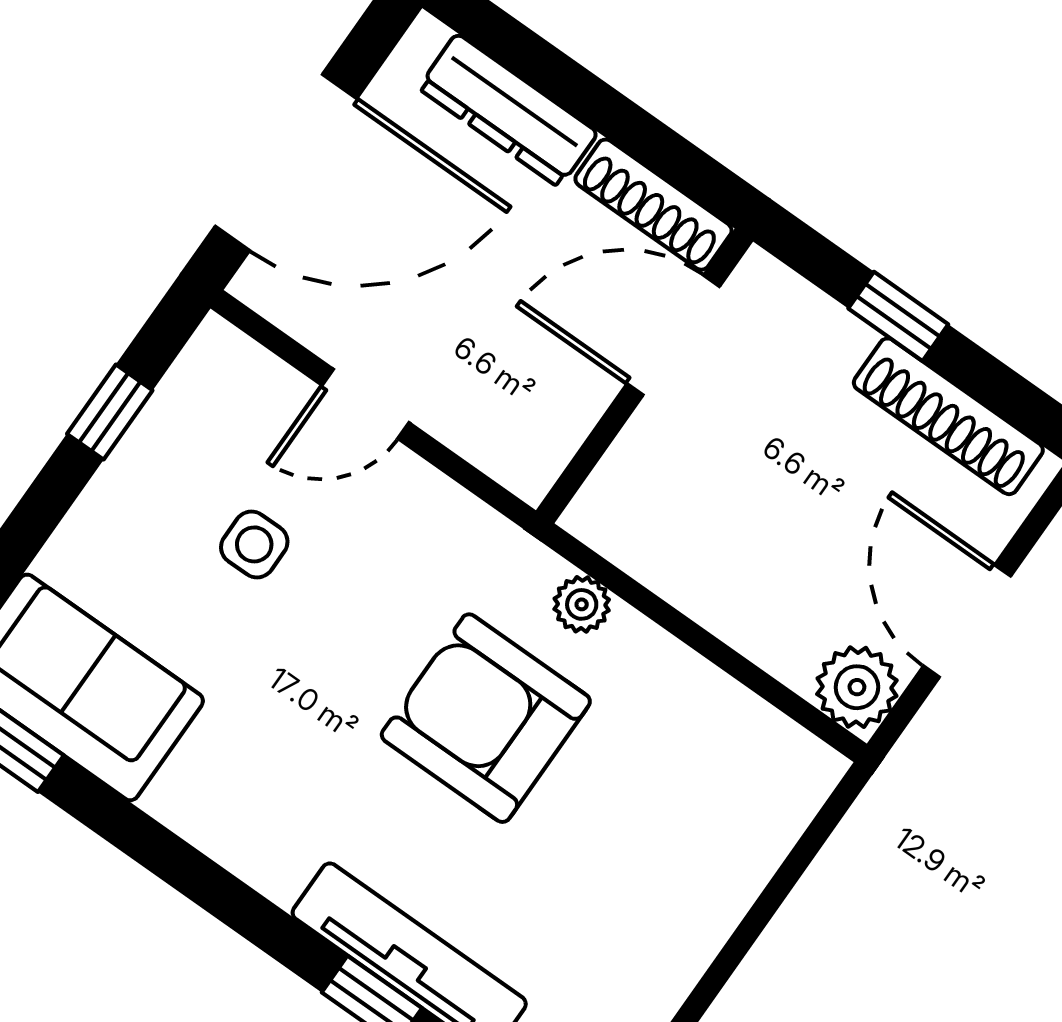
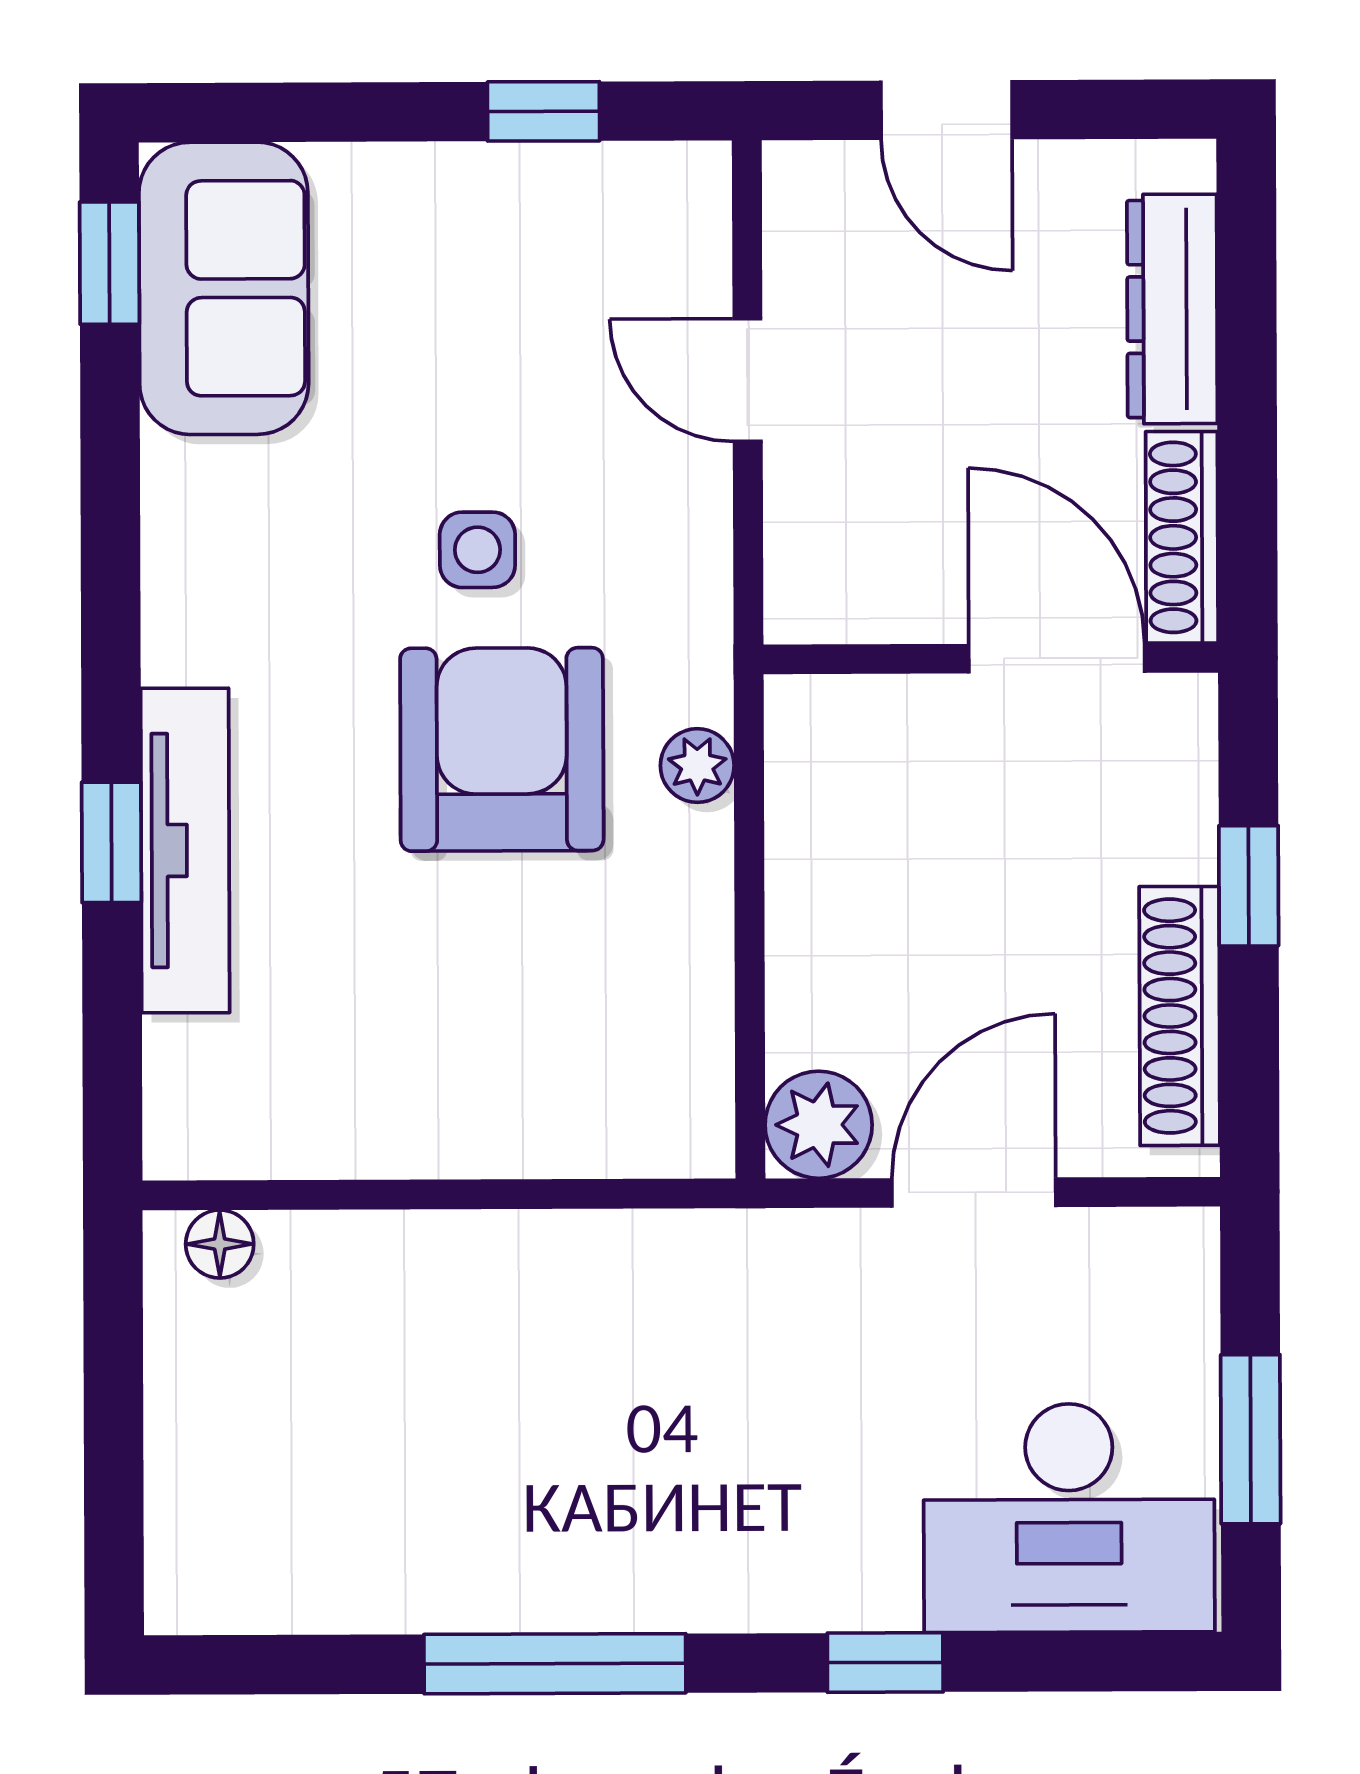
door: (286, 162) -> (947, 110), width x0.53
side table: (254, 544) -> (477, 550), moved

